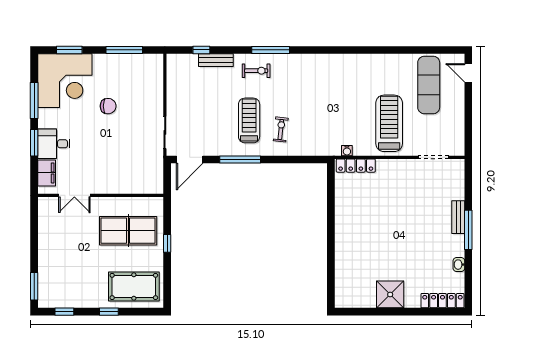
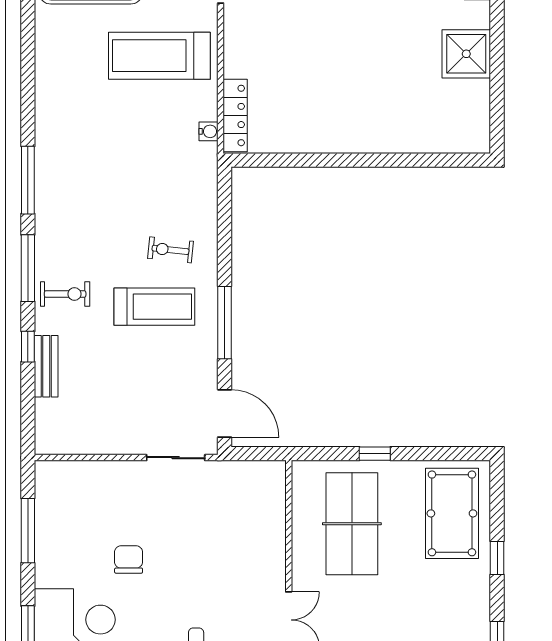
window: (201, 50) -> (28, 347), moved
window: (320, 50) -> (28, 180), added
exercise bike: (256, 71) -> (65, 294), turned 90
treadmill: (249, 120) -> (154, 307), turned 180

